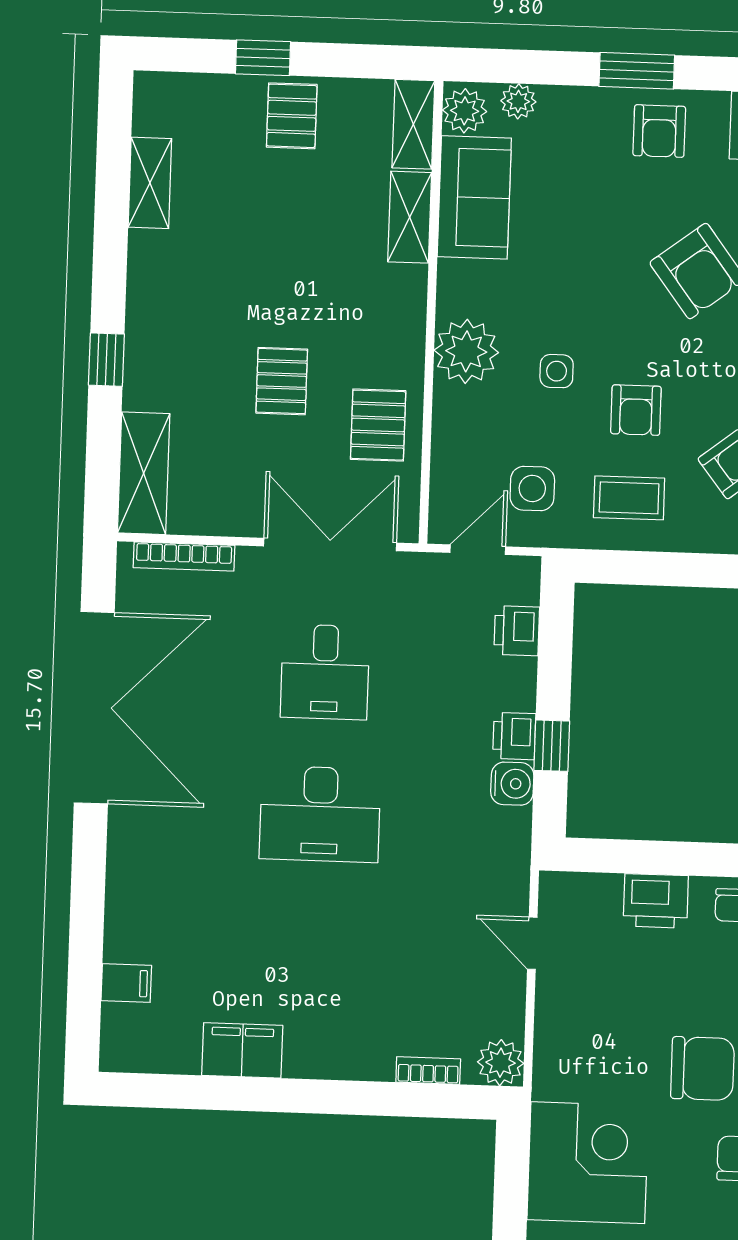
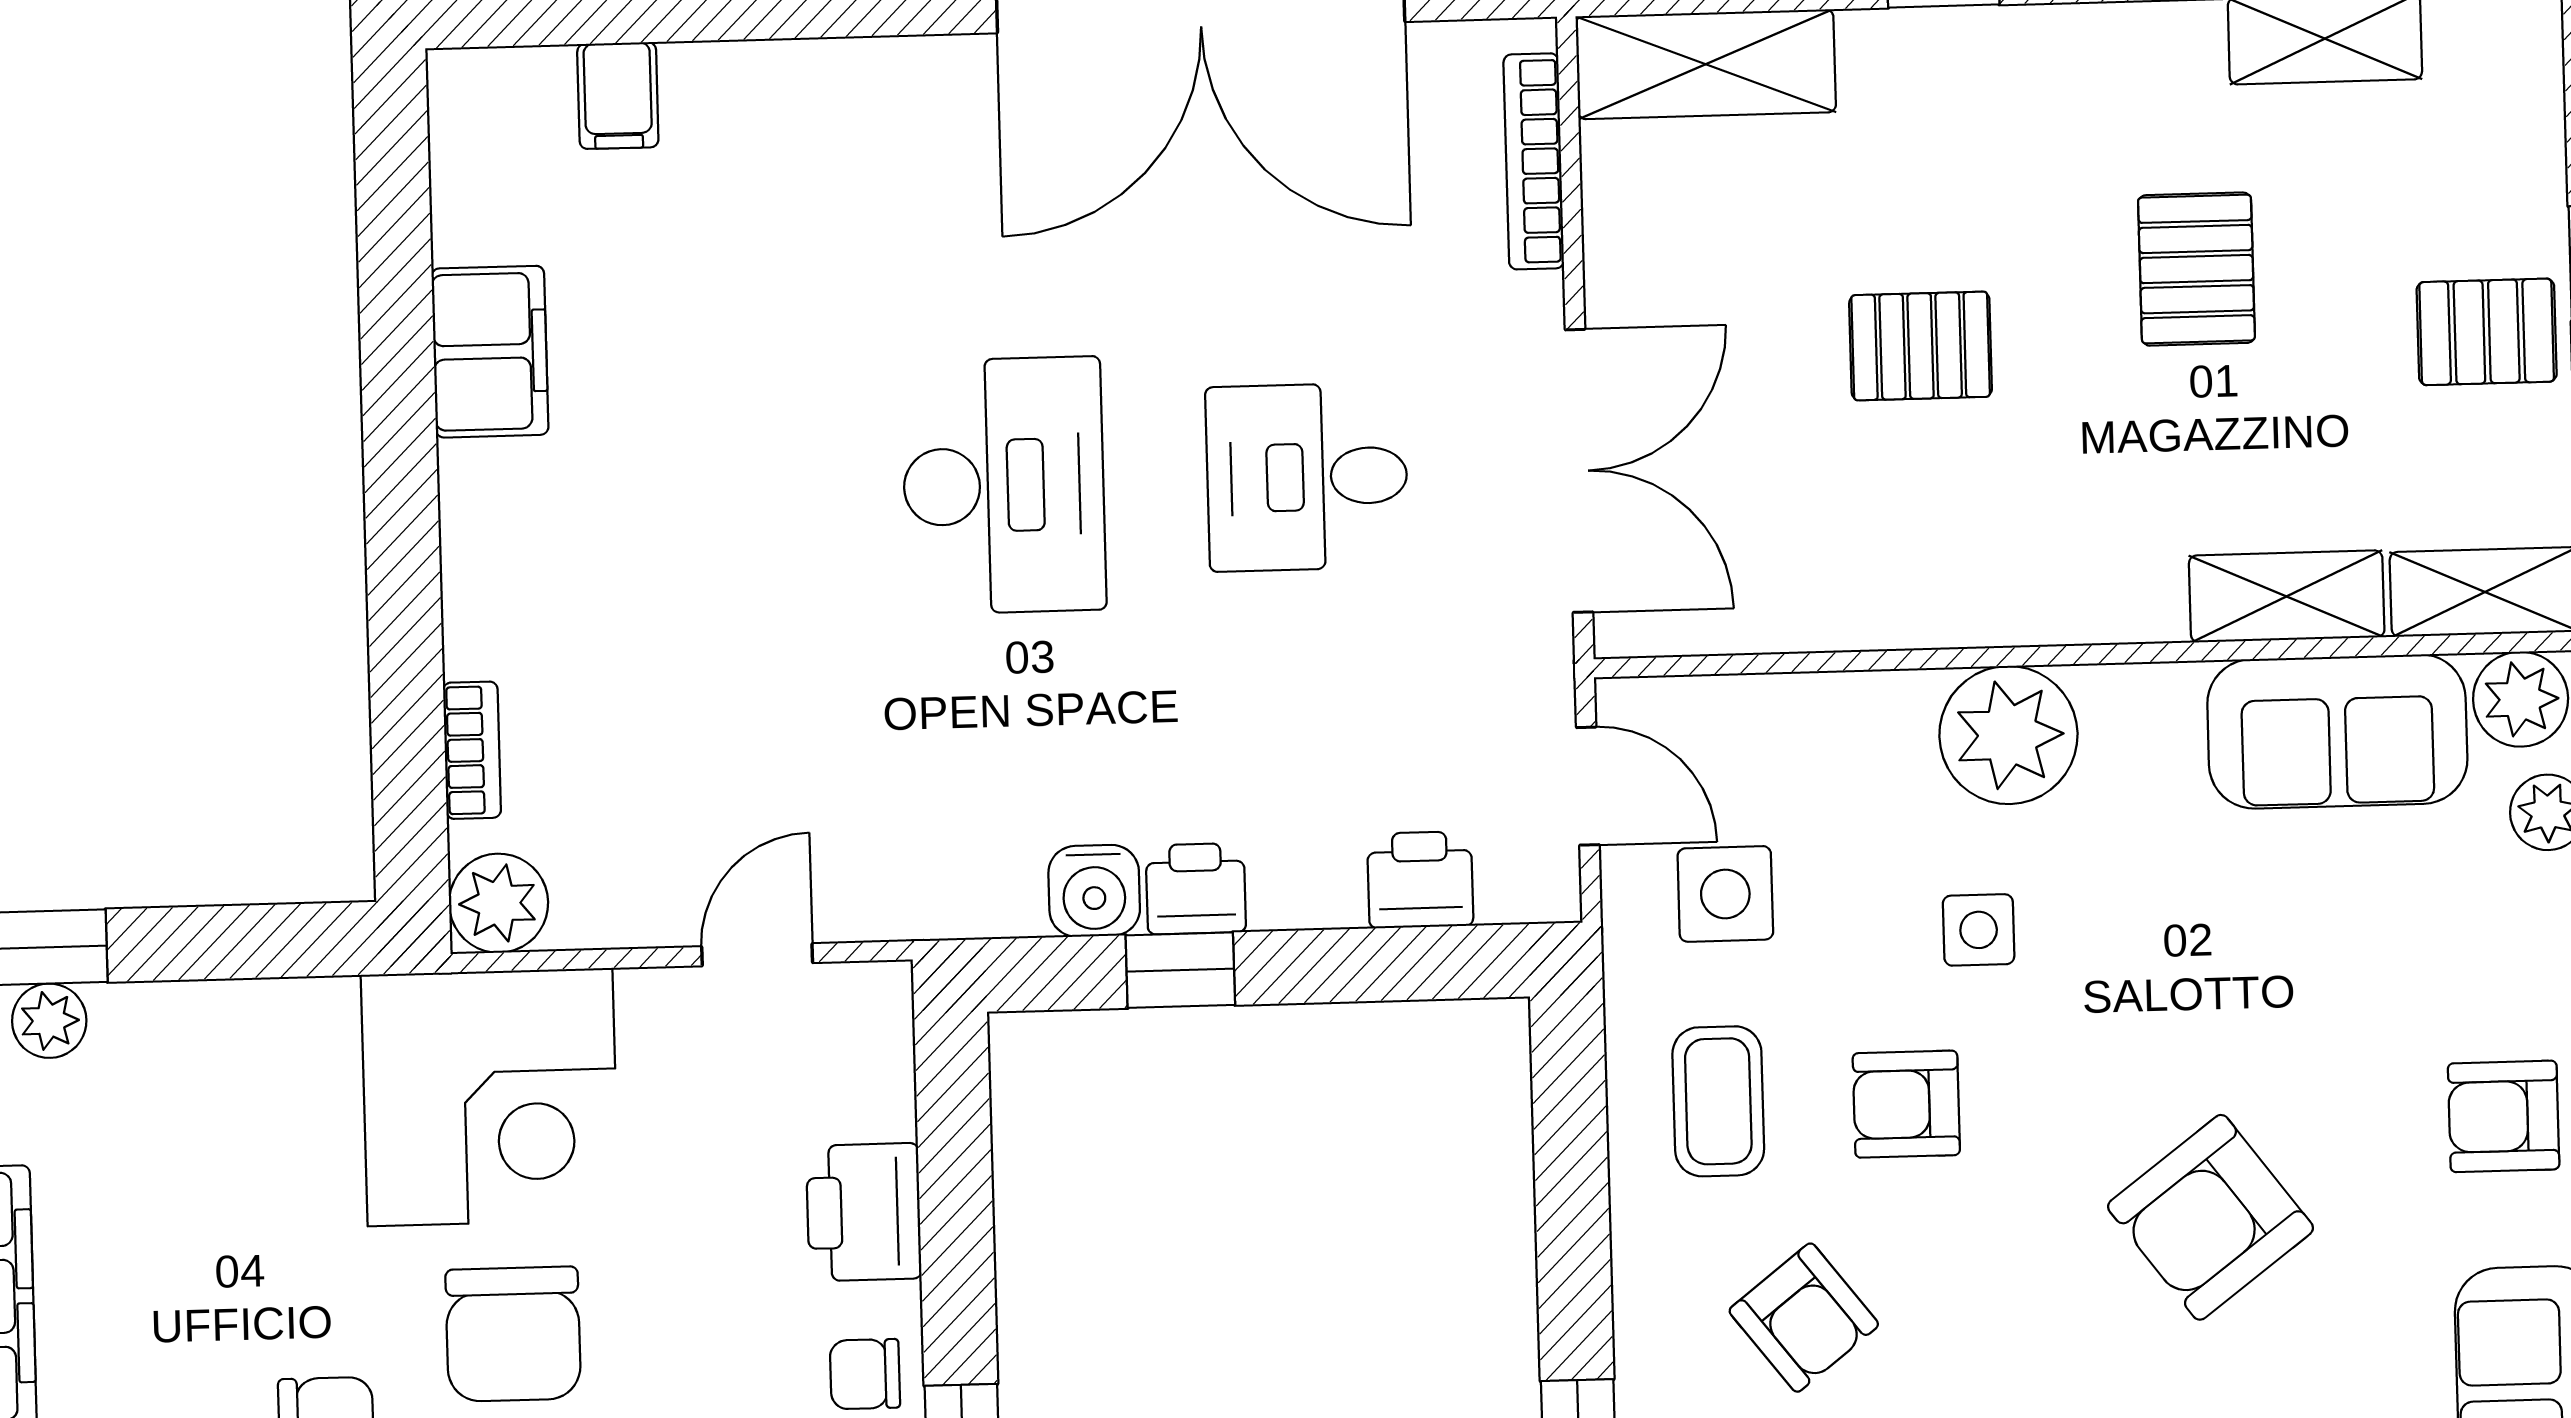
pallet: (378, 425) -> (2196, 269), moved, turned 90
desk: (320, 814) -> (1004, 485), turned 180
corner desk: (588, 1163) -> (490, 1097), moved

